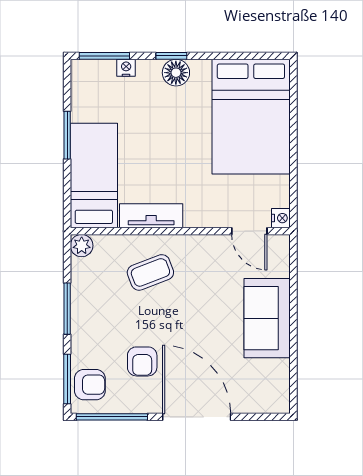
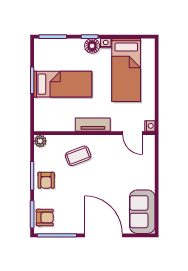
nightstand: (126, 68) -> (106, 43), moved
bed: (251, 117) -> (126, 70), width x0.67
bed: (94, 175) -> (63, 84), moved, turned 90
tv unit: (151, 216) -> (93, 125), moved
sofa: (267, 318) -> (142, 212), moved
armchair: (142, 361) -> (46, 180), moved

